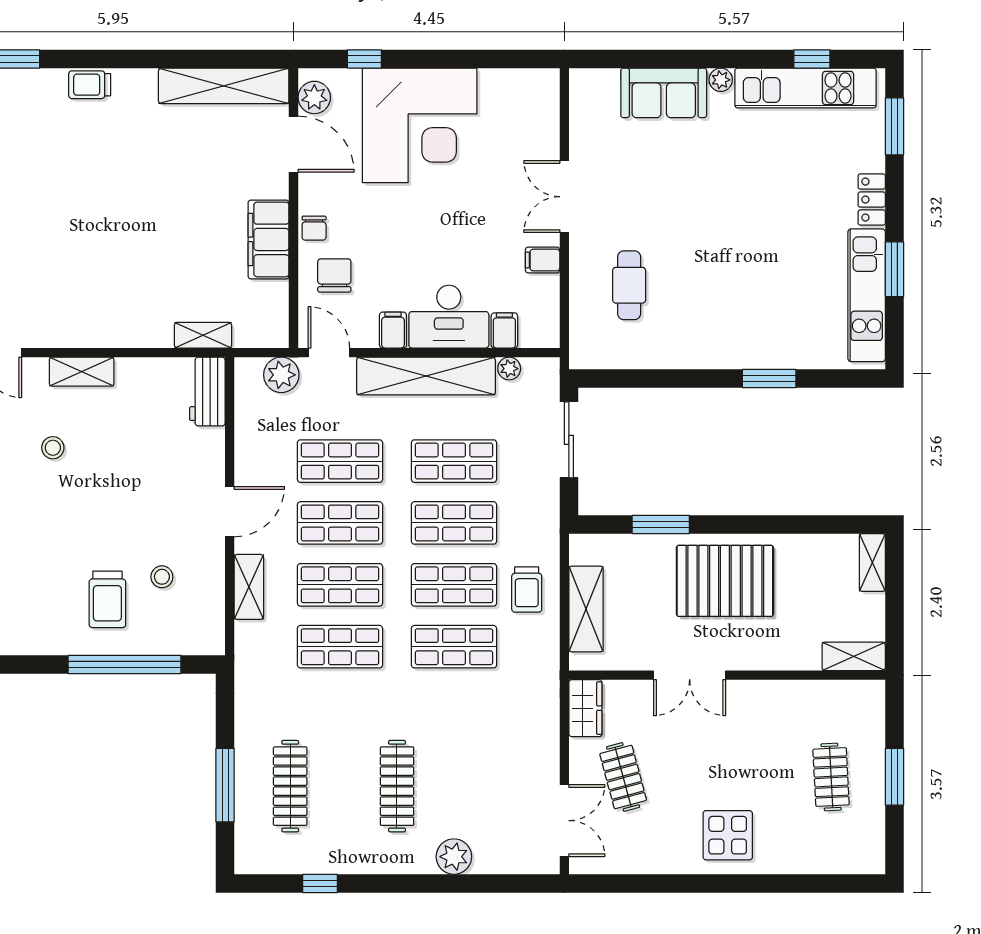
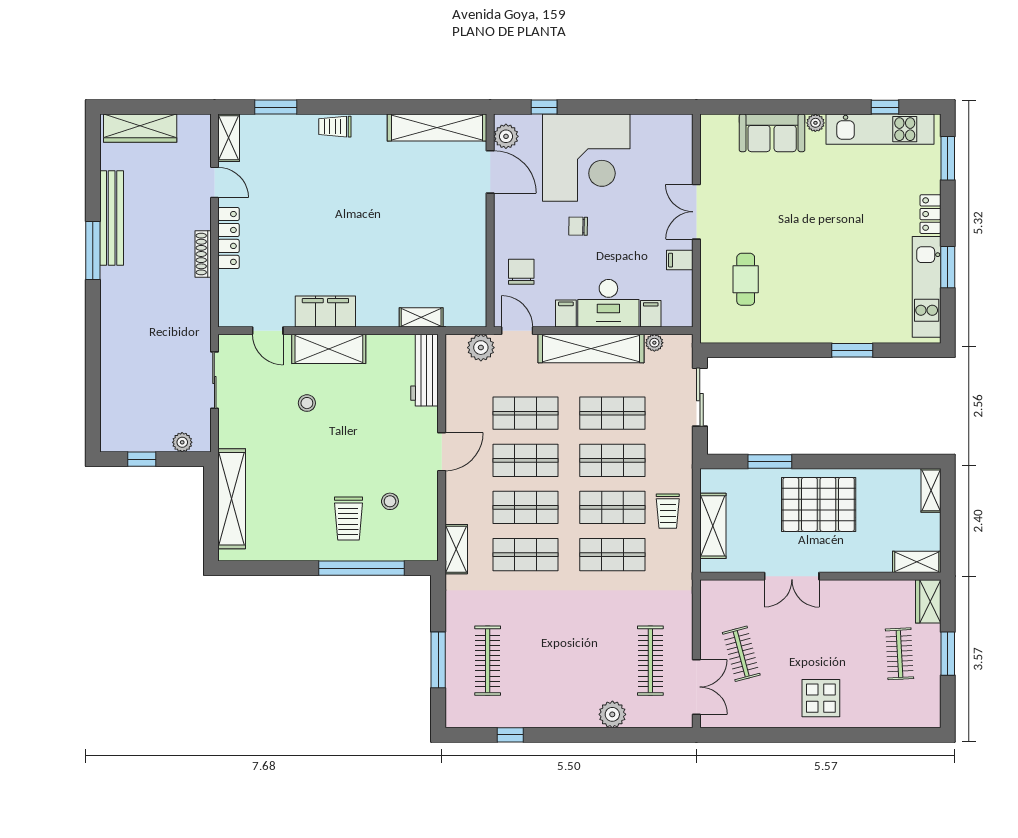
chair: (314, 228) -> (578, 226), moved, turned 91
filing cabinet: (269, 239) -> (325, 312), moved, turned 90
shelving: (82, 372) -> (329, 349), width x1.50, depth x1.33
workbench: (207, 392) -> (425, 370), width x1.37
shelving: (249, 587) -> (456, 549), moved
wardrobe: (585, 708) -> (928, 601), moved, turned 180
clothes rail: (397, 786) -> (650, 661), moved

